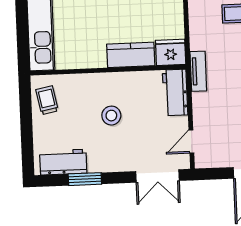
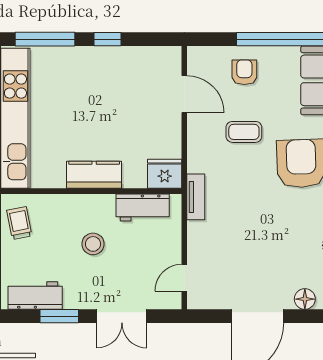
kitchen counter: (131, 55) -> (94, 175), moved
workbench: (175, 92) -> (143, 207), moved, turned -90
double door: (158, 176) -> (122, 316), moved

